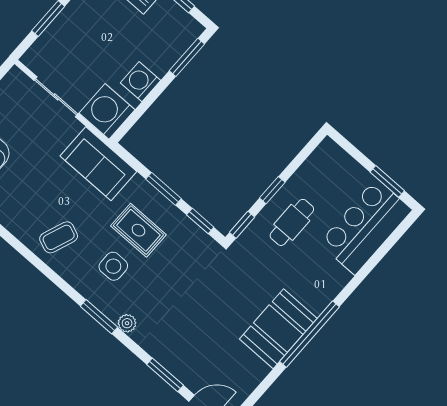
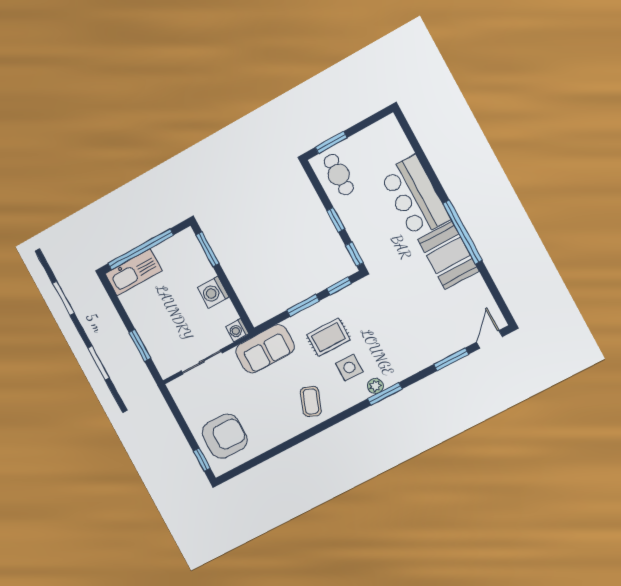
washing machine: (107, 111) -> (237, 330), width x0.53, depth x0.53
window: (387, 181) -> (331, 143), moved
cafe table: (292, 222) -> (339, 175), moved
bar counter: (365, 227) -> (415, 197), moved
plant: (127, 323) -> (375, 386), moved

